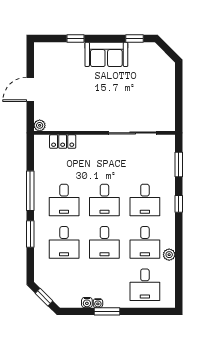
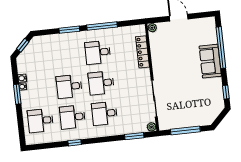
window: (76, 38) -> (221, 48), width x3.17
sofa: (106, 54) -> (210, 61), moved
window: (179, 97) -> (185, 130), added
locker: (63, 142) -> (143, 52), width x1.53
window: (179, 204) -> (75, 143), moved
desk: (64, 242) -> (66, 56), removed
plant: (169, 255) -> (151, 127), moved

